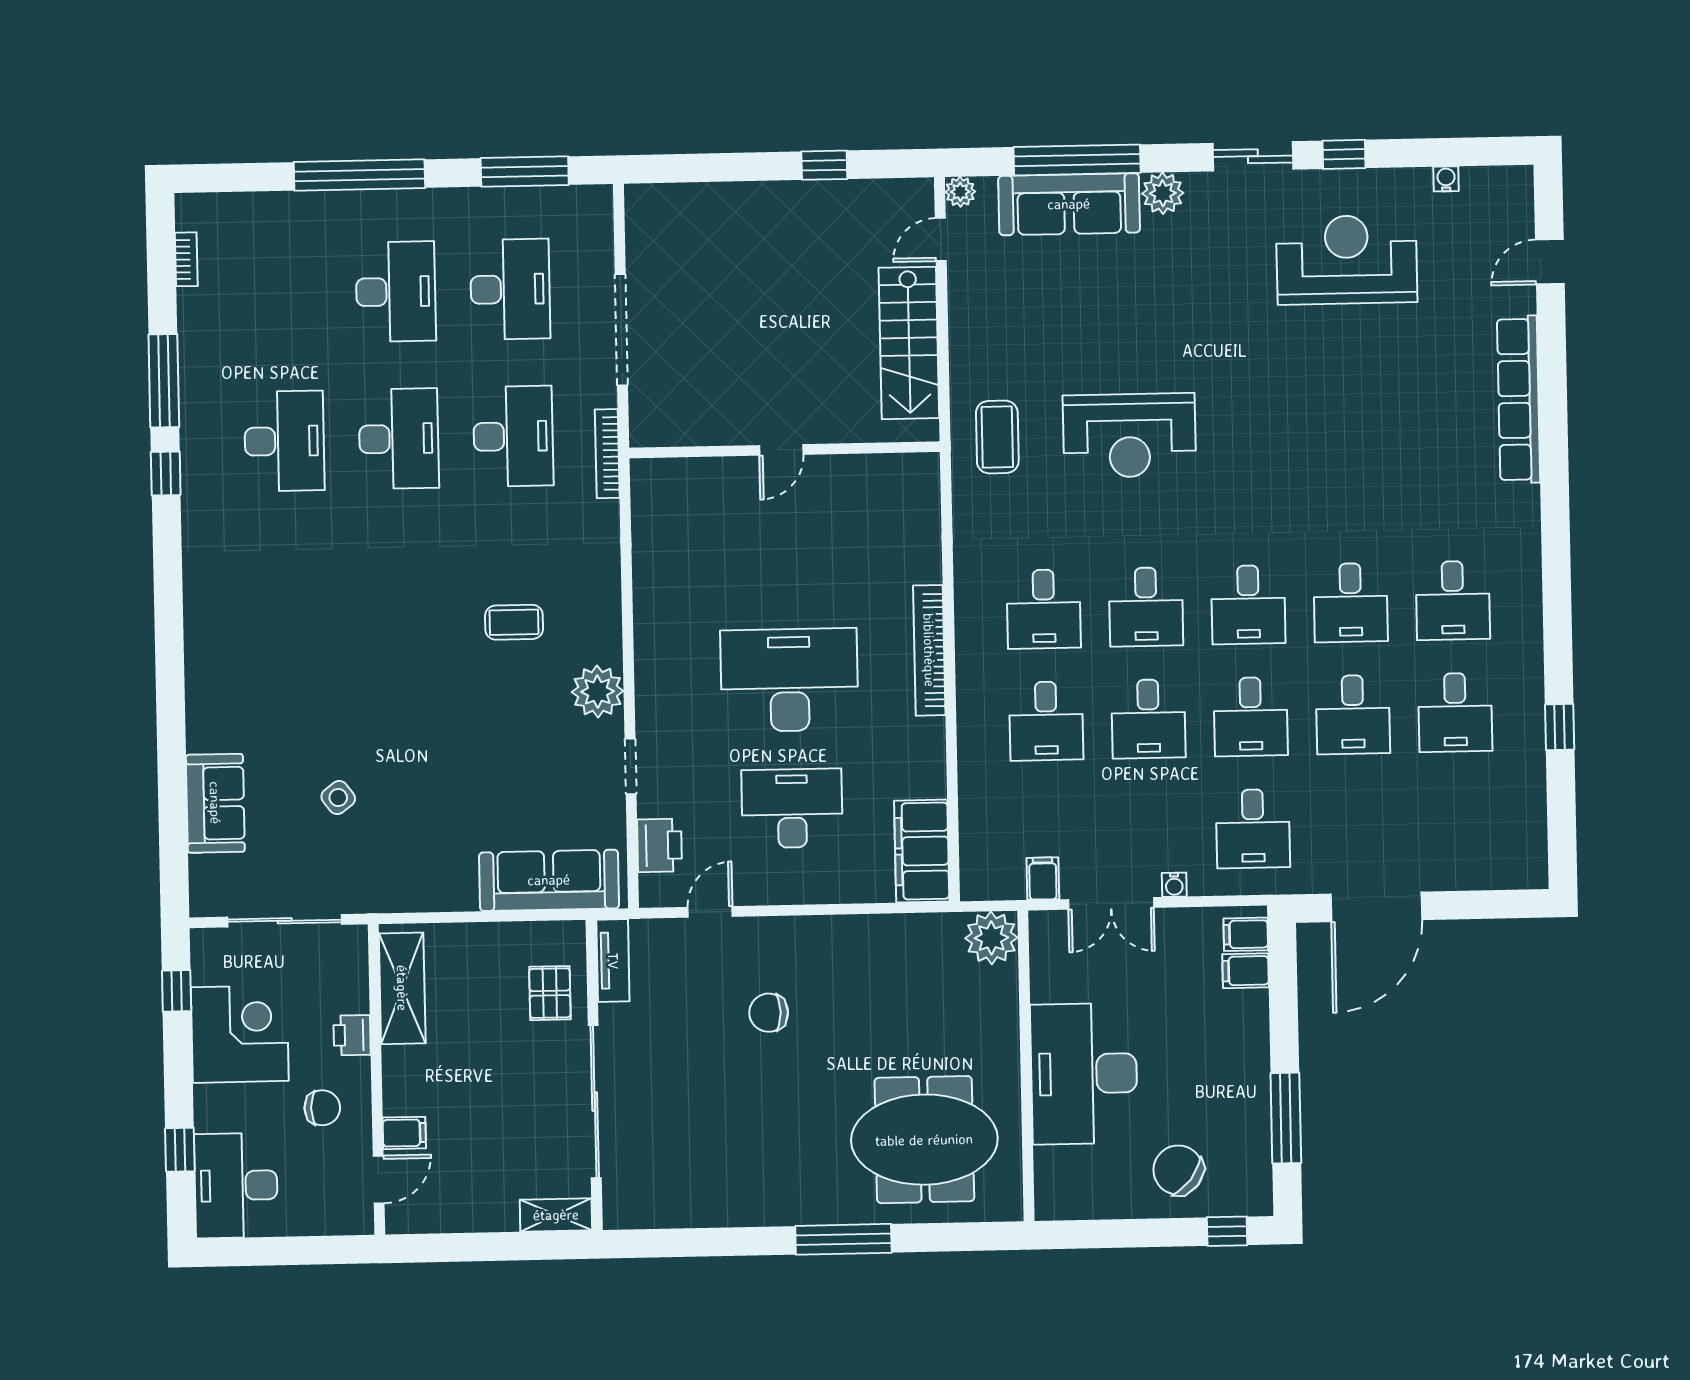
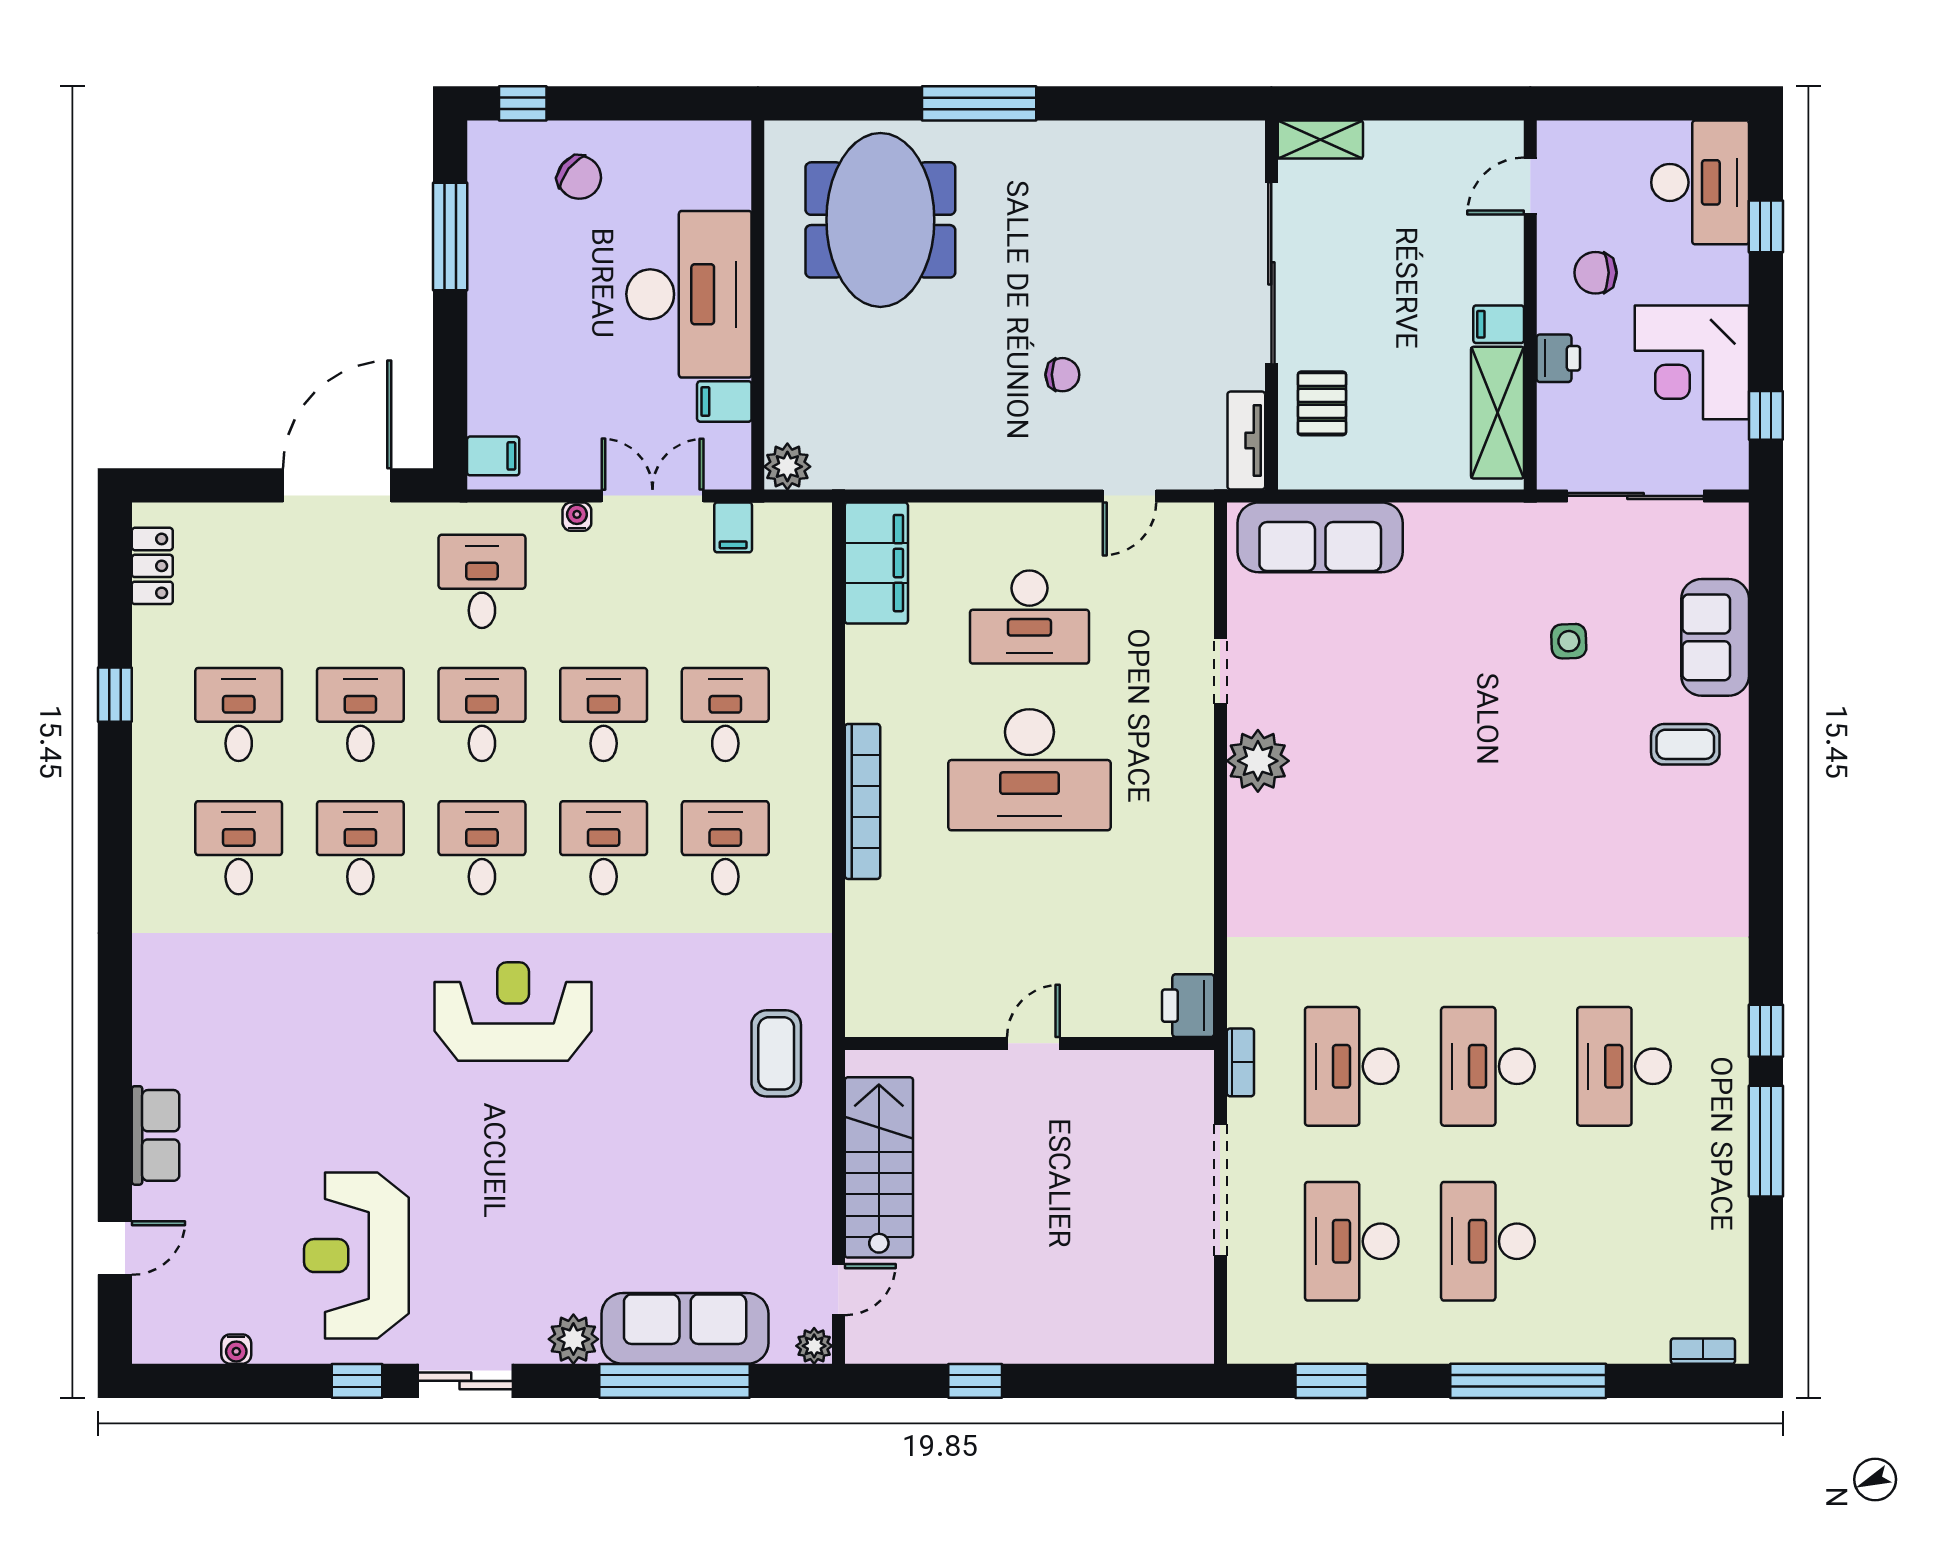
window: (525, 171) -> (1332, 1381), width x0.69
bookcase: (186, 259) -> (1703, 1351), moved, turned 90
reception desk: (1347, 260) -> (356, 1256), turned 90
row of seats: (1519, 399) -> (155, 1135), width x0.50
reception desk: (1129, 435) -> (513, 1012), moved
bookcase: (607, 454) -> (1240, 1062), width x0.64
coffee table: (514, 622) -> (1685, 744), moved
side table: (338, 798) -> (1569, 641), turned 35
locker: (1530, 836) -> (152, 566), added
printer: (659, 845) -> (1188, 1006), moved
plant: (991, 938) -> (787, 467), width x0.73, depth x0.73
filing cabinet: (1246, 971) -> (724, 401), moved, turned 180
chair: (769, 1013) -> (1062, 375), width x0.73, depth x0.73
filing cabinet: (404, 1133) -> (1499, 324), moved
meeting table: (924, 1140) -> (880, 220), turned 90
chair: (1178, 1170) -> (579, 177), width x0.73, depth x0.73

